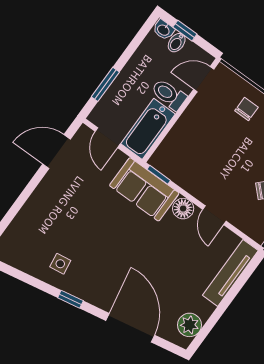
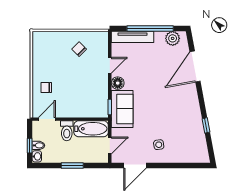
door: (204, 79) -> (47, 119), swing flipped
window: (105, 84) -> (72, 166), moved
door: (56, 152) -> (135, 166), hinge flipped
side table: (60, 264) -> (159, 145), moved
window: (70, 299) -> (206, 125), moved
window: (224, 305) -> (150, 29), added

